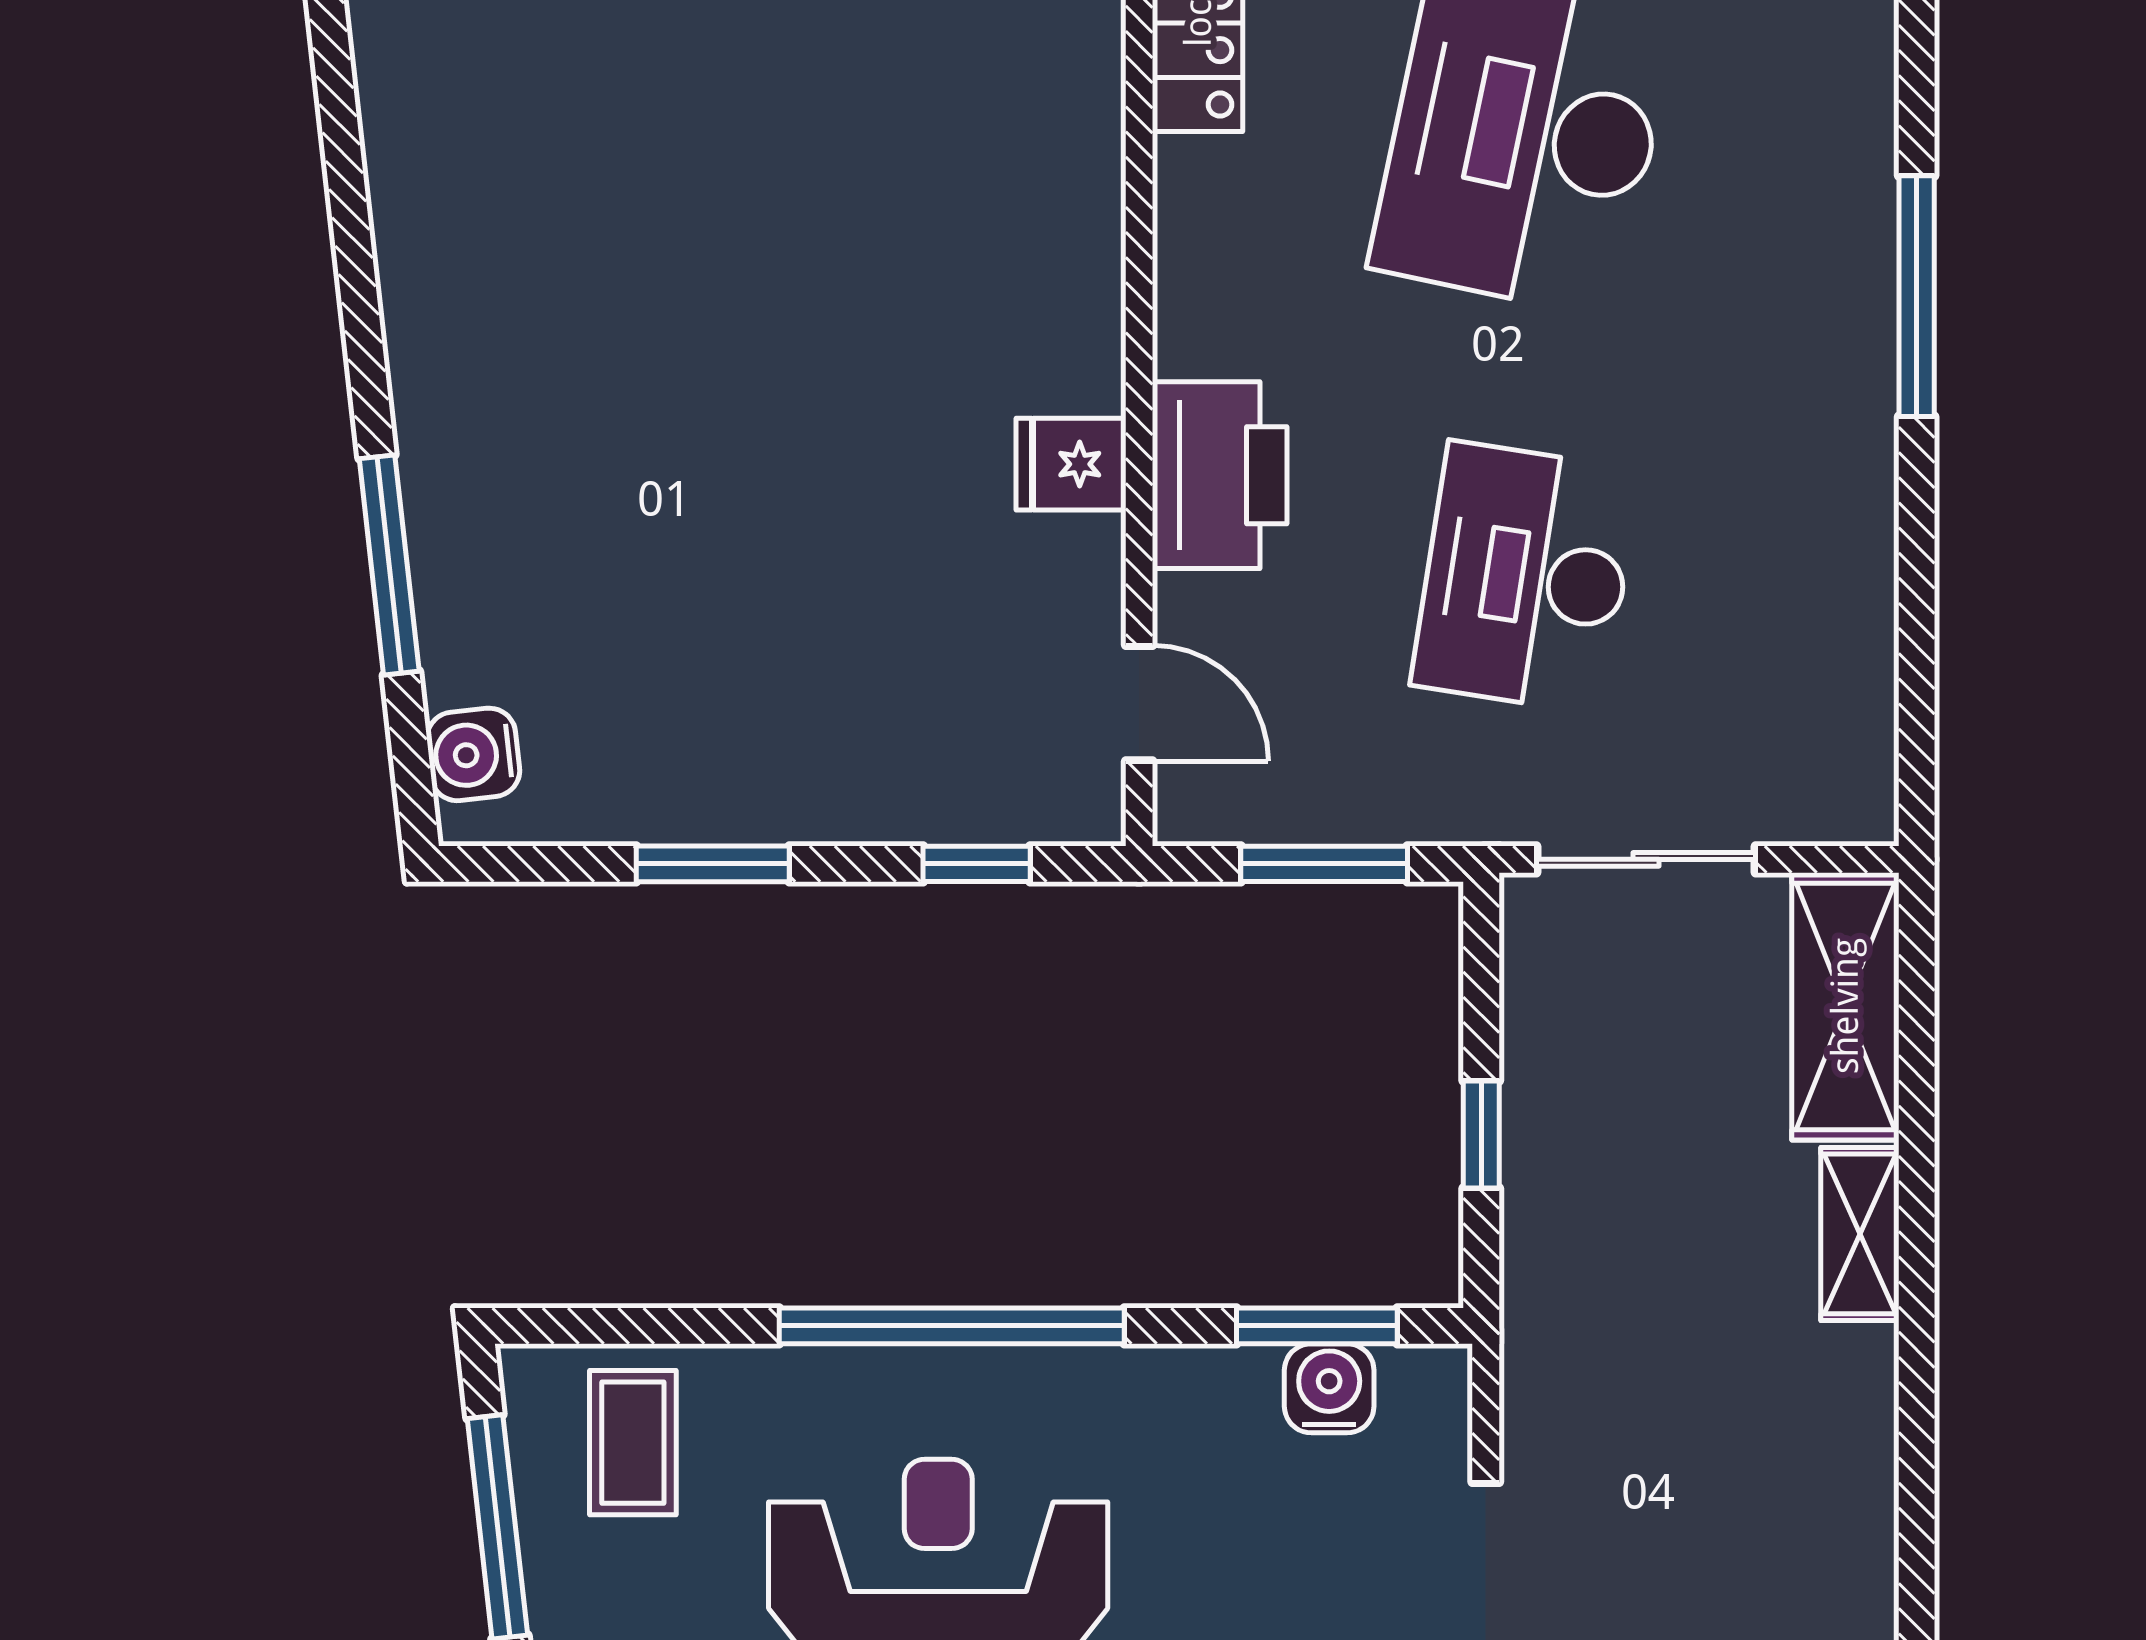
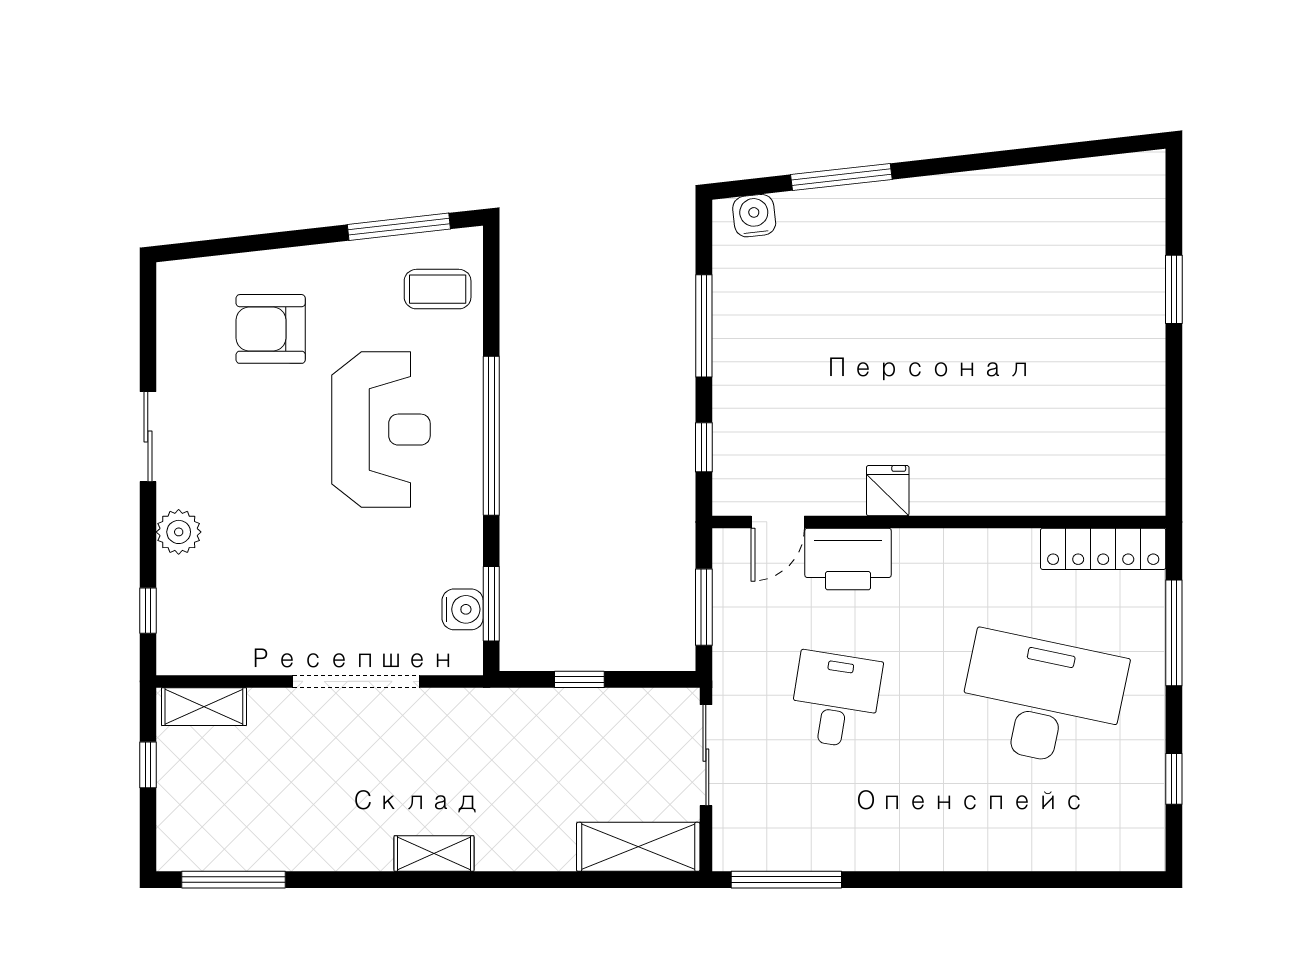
window: (1917, 296) -> (786, 880), moved
printer: (1220, 475) -> (848, 559), moved
desk: (1526, 577) -> (836, 700), width x0.73
window: (713, 864) -> (704, 326), width x1.44
shelving: (1860, 1234) -> (434, 854), moved

